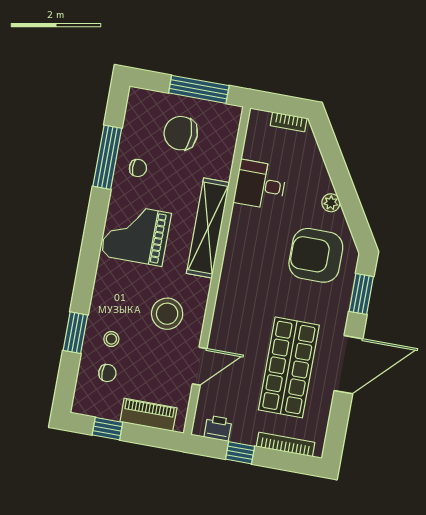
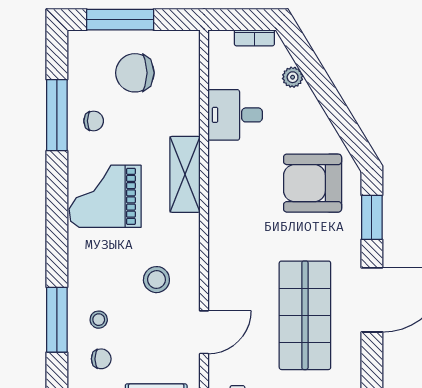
window: (199, 89) -> (120, 20), moved
plant: (331, 203) -> (293, 77), moved
shelving: (208, 228) -> (185, 174), width x0.68
stool: (167, 314) -> (156, 280), width x0.73, depth x0.73
window: (75, 333) -> (57, 320), width x1.44

